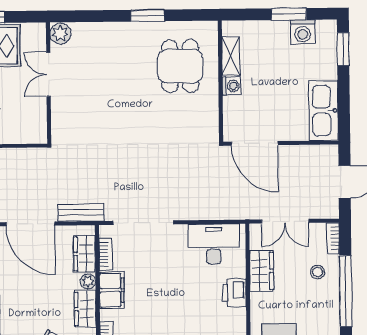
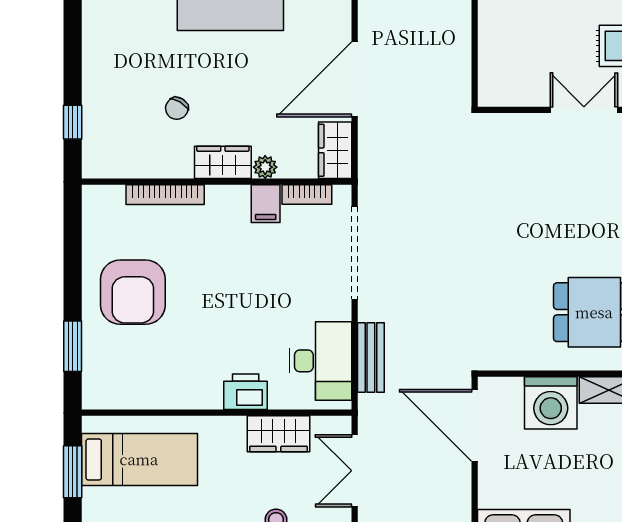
washing machine: (231, 86) -> (551, 403), width x1.89, depth x1.89
door: (255, 143) -> (475, 425), hinge flipped
bench: (81, 213) -> (371, 357), moved
wardrobe: (85, 254) -> (335, 150), moved, turned -90
filing cabinet: (112, 290) -> (266, 204), width x0.50

